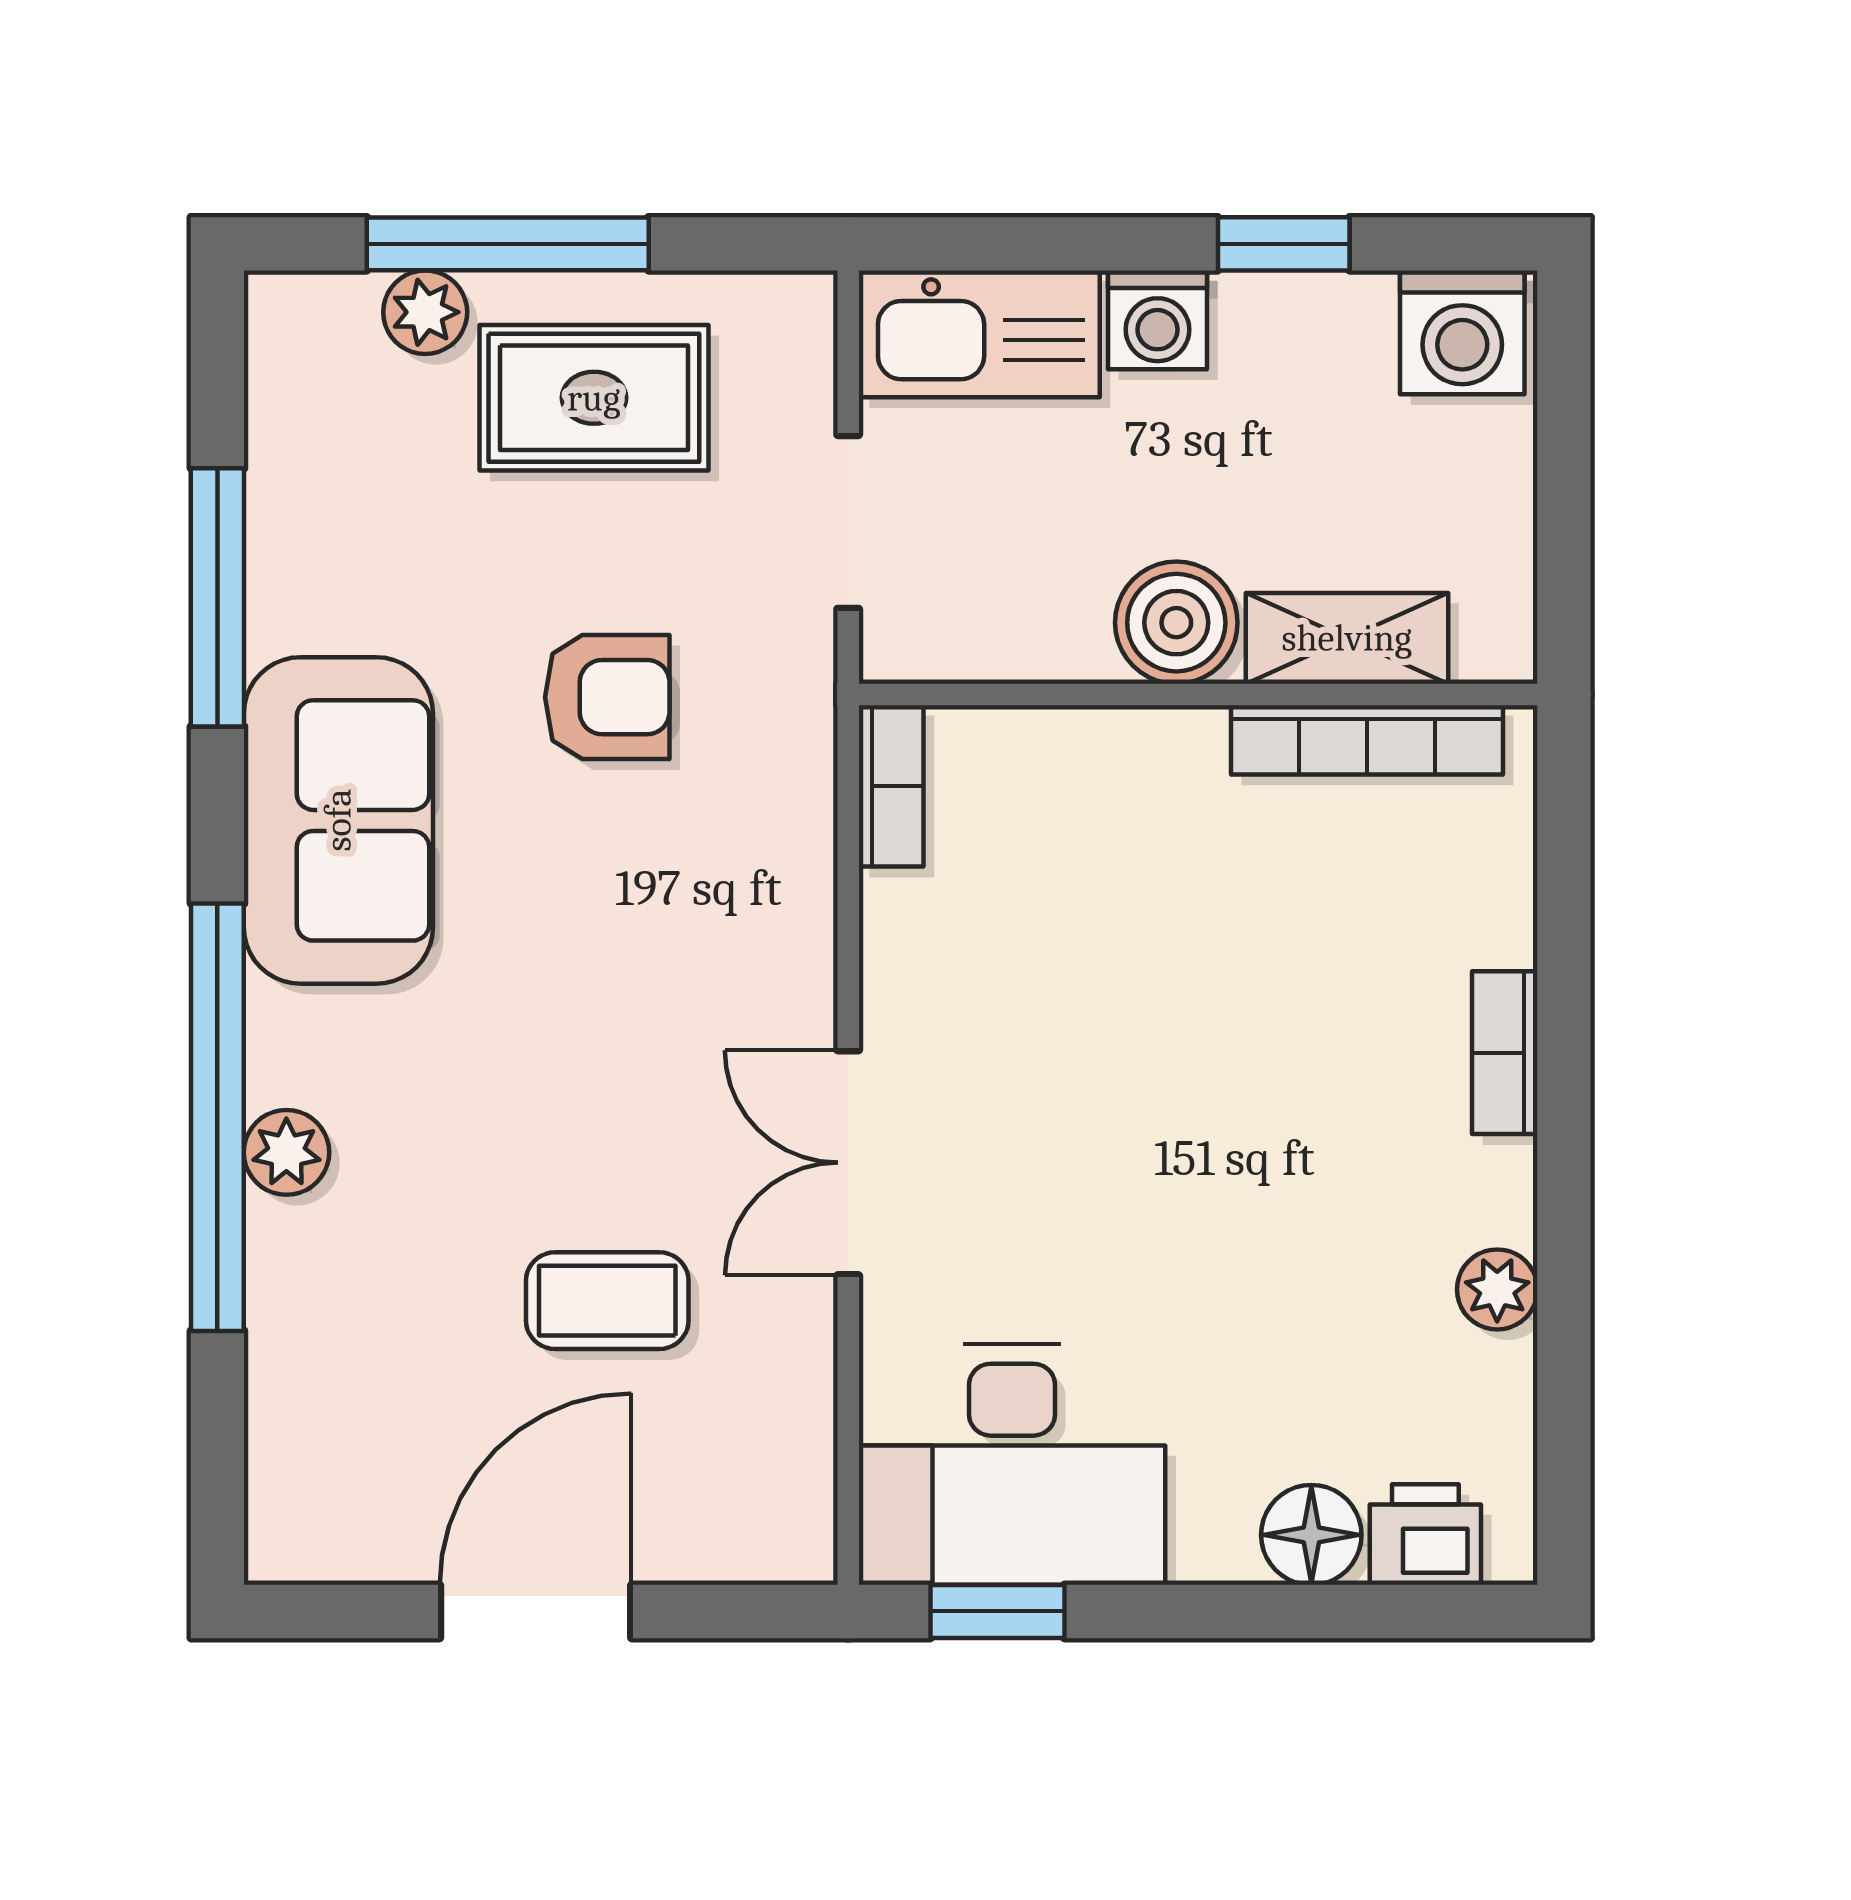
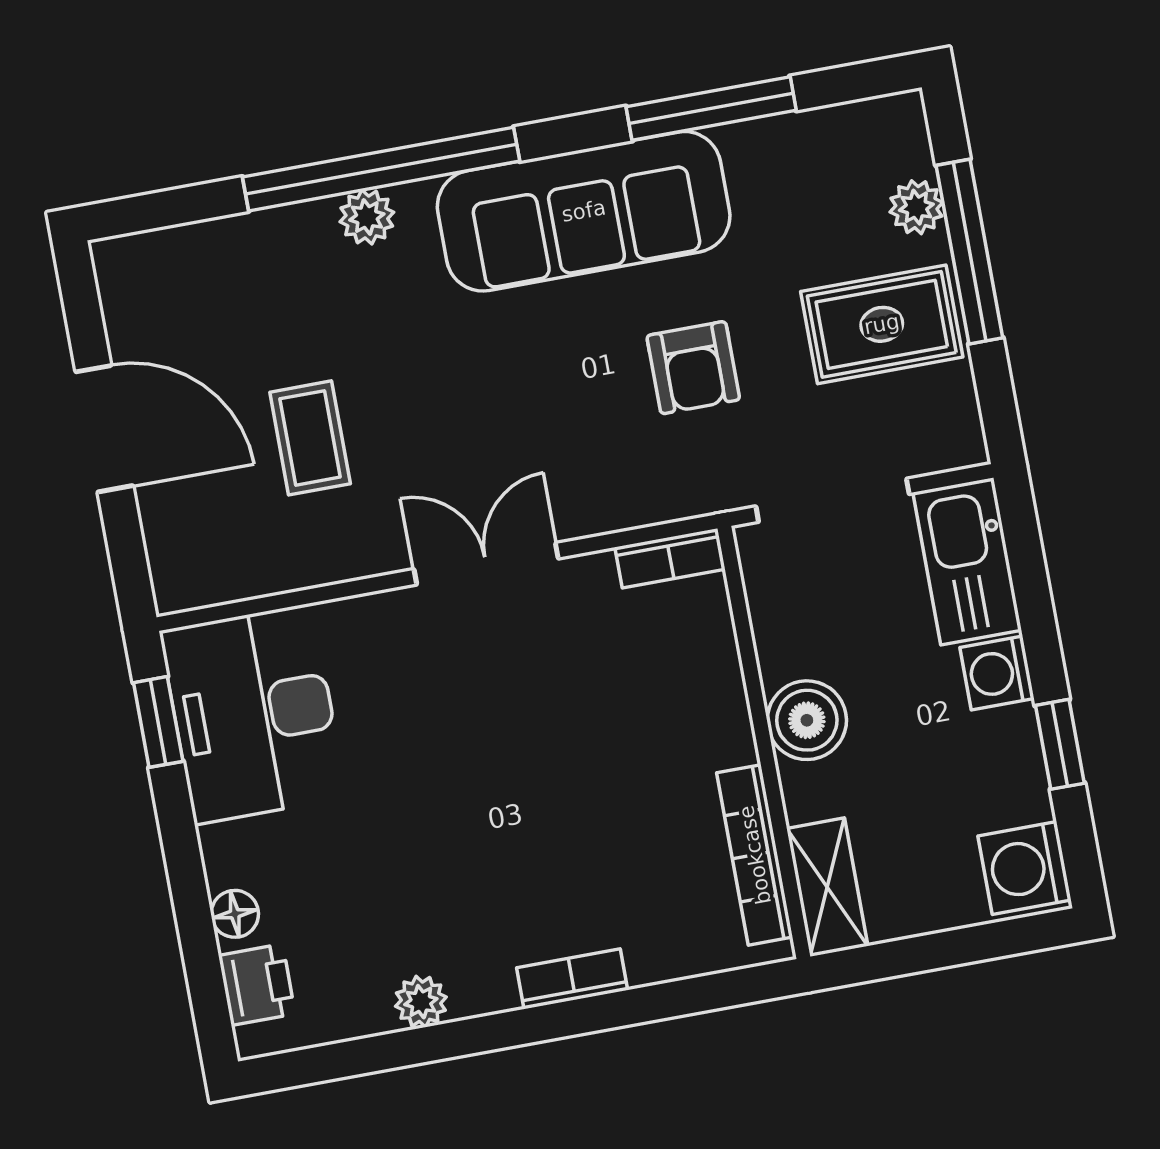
rug: (594, 398) -> (882, 324), turned 90
doorway: (848, 522) -> (833, 500), width x1.38
shelving: (1347, 638) -> (827, 887), moved
sofa: (338, 820) -> (584, 211), width x1.36
double door: (848, 1163) -> (486, 564), moved
floor lamp: (1311, 1535) -> (235, 914), width x0.73, depth x0.73

